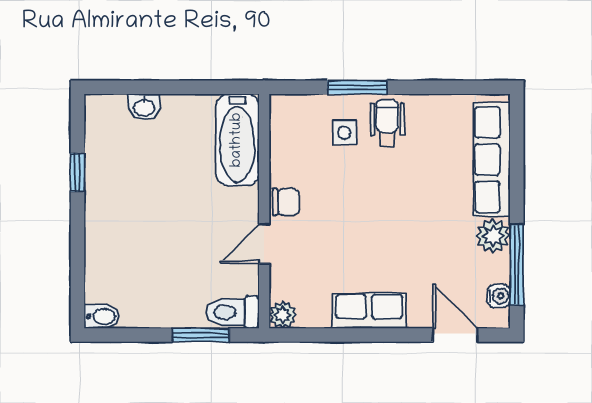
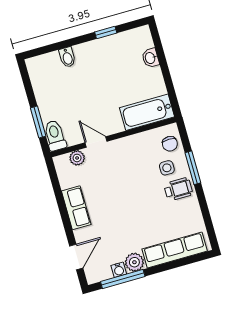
chair: (286, 202) -> (170, 144), moved
water cooler: (499, 296) -> (119, 270), moved
plant: (283, 315) -> (77, 158), moved
bidet: (102, 316) -> (67, 57), moved

